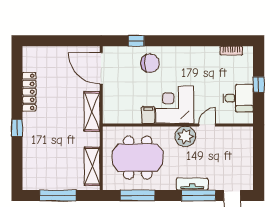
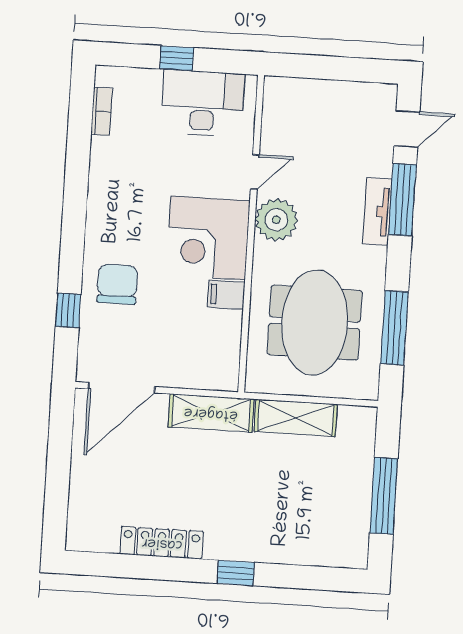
desk: (238, 98) -> (203, 103), width x1.37
door: (207, 125) -> (255, 172), swing flipped
shelving: (92, 166) -> (296, 418), moved

